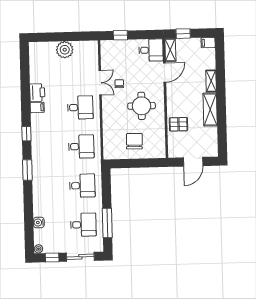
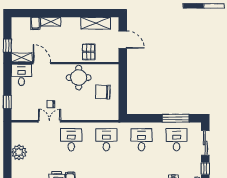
filing cabinet: (208, 43) -> (35, 23), moved
round table: (142, 106) -> (79, 78), moved
shelving: (210, 109) -> (96, 23), moved

